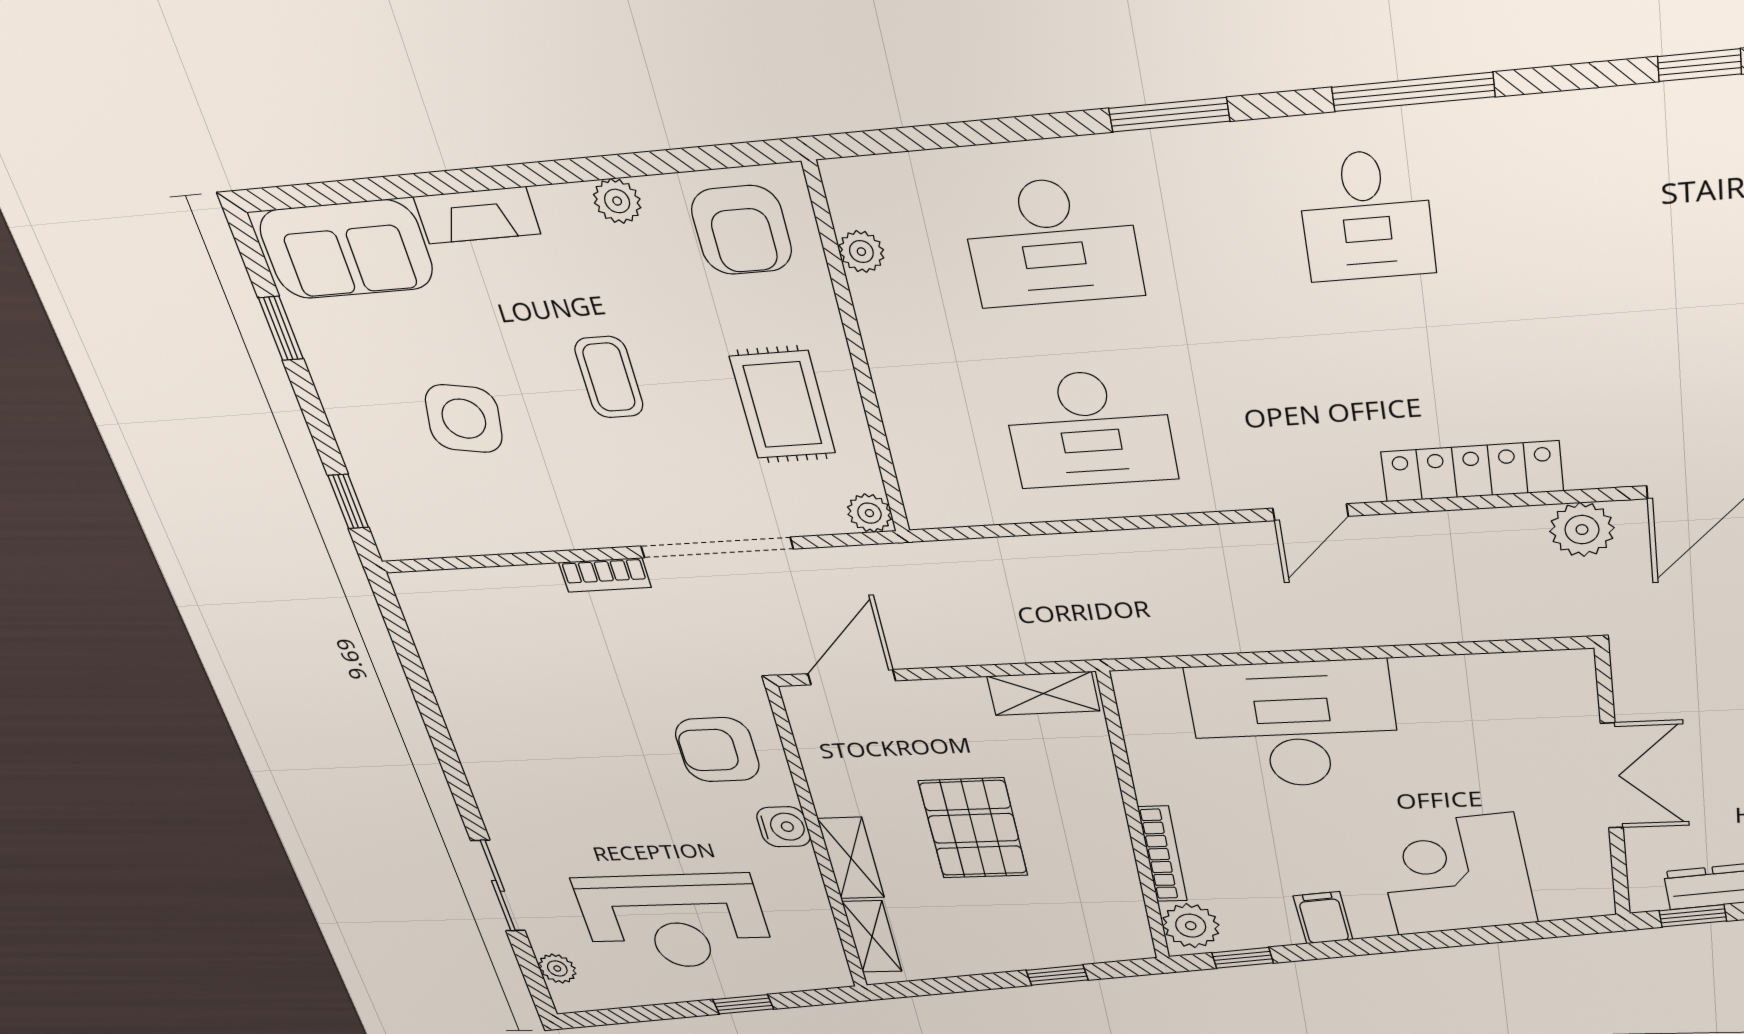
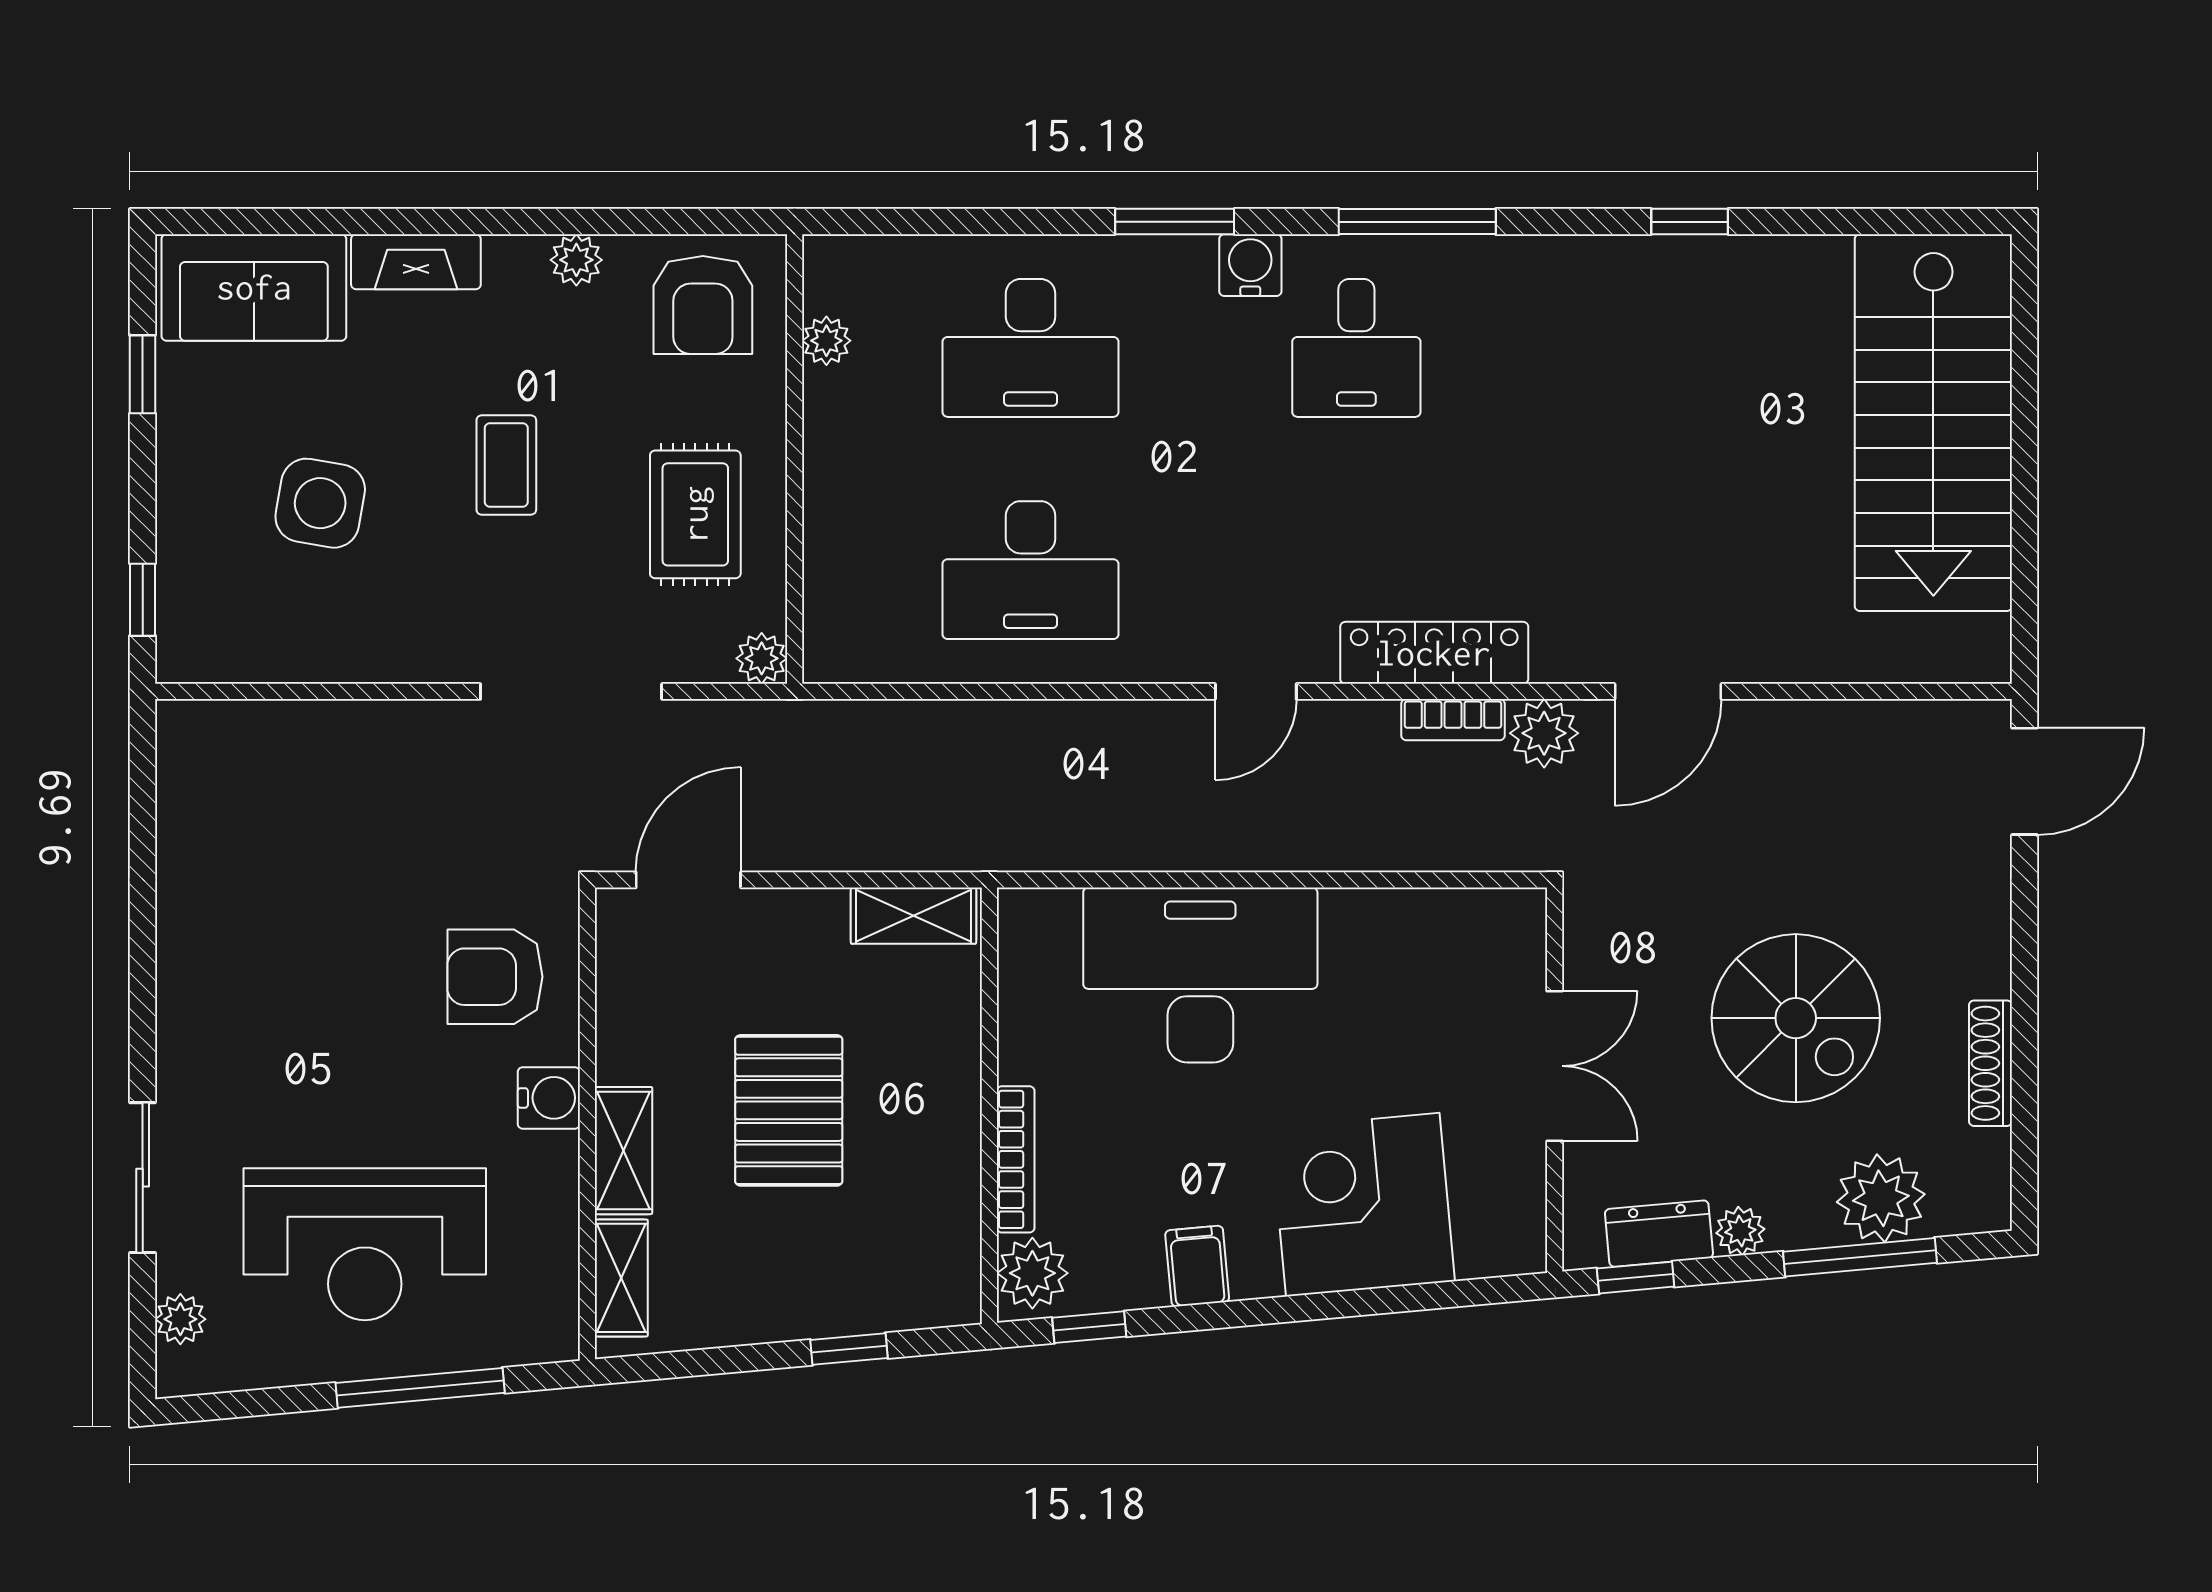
water cooler: (1250, 149) -> (1250, 265), added
bookcase: (605, 575) -> (1453, 720), moved
window: (743, 1004) -> (420, 1388), width x2.17

